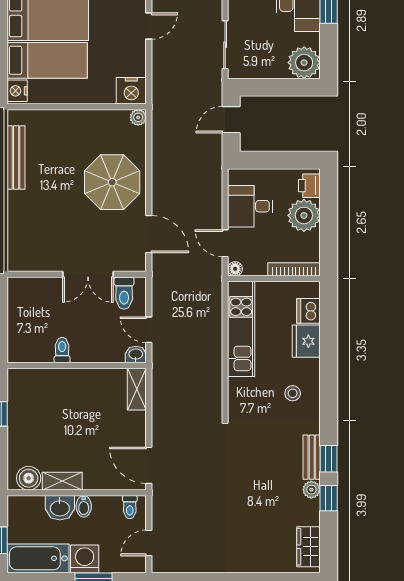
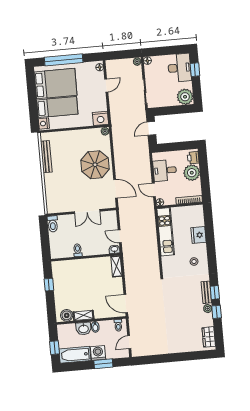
toilet: (124, 293) -> (53, 224), moved
dishwasher: (309, 311) -> (198, 220), removed

